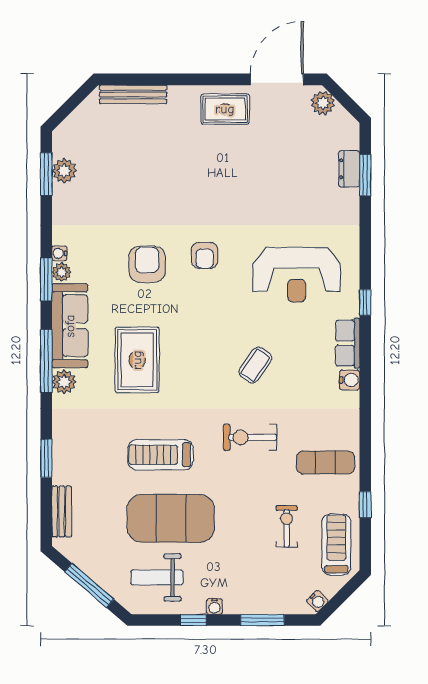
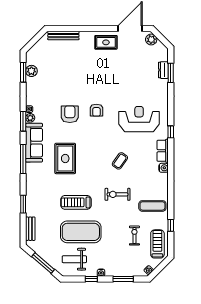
reception desk: (297, 275) -> (139, 119), turned 180
plant: (64, 382) -> (31, 169), removed

